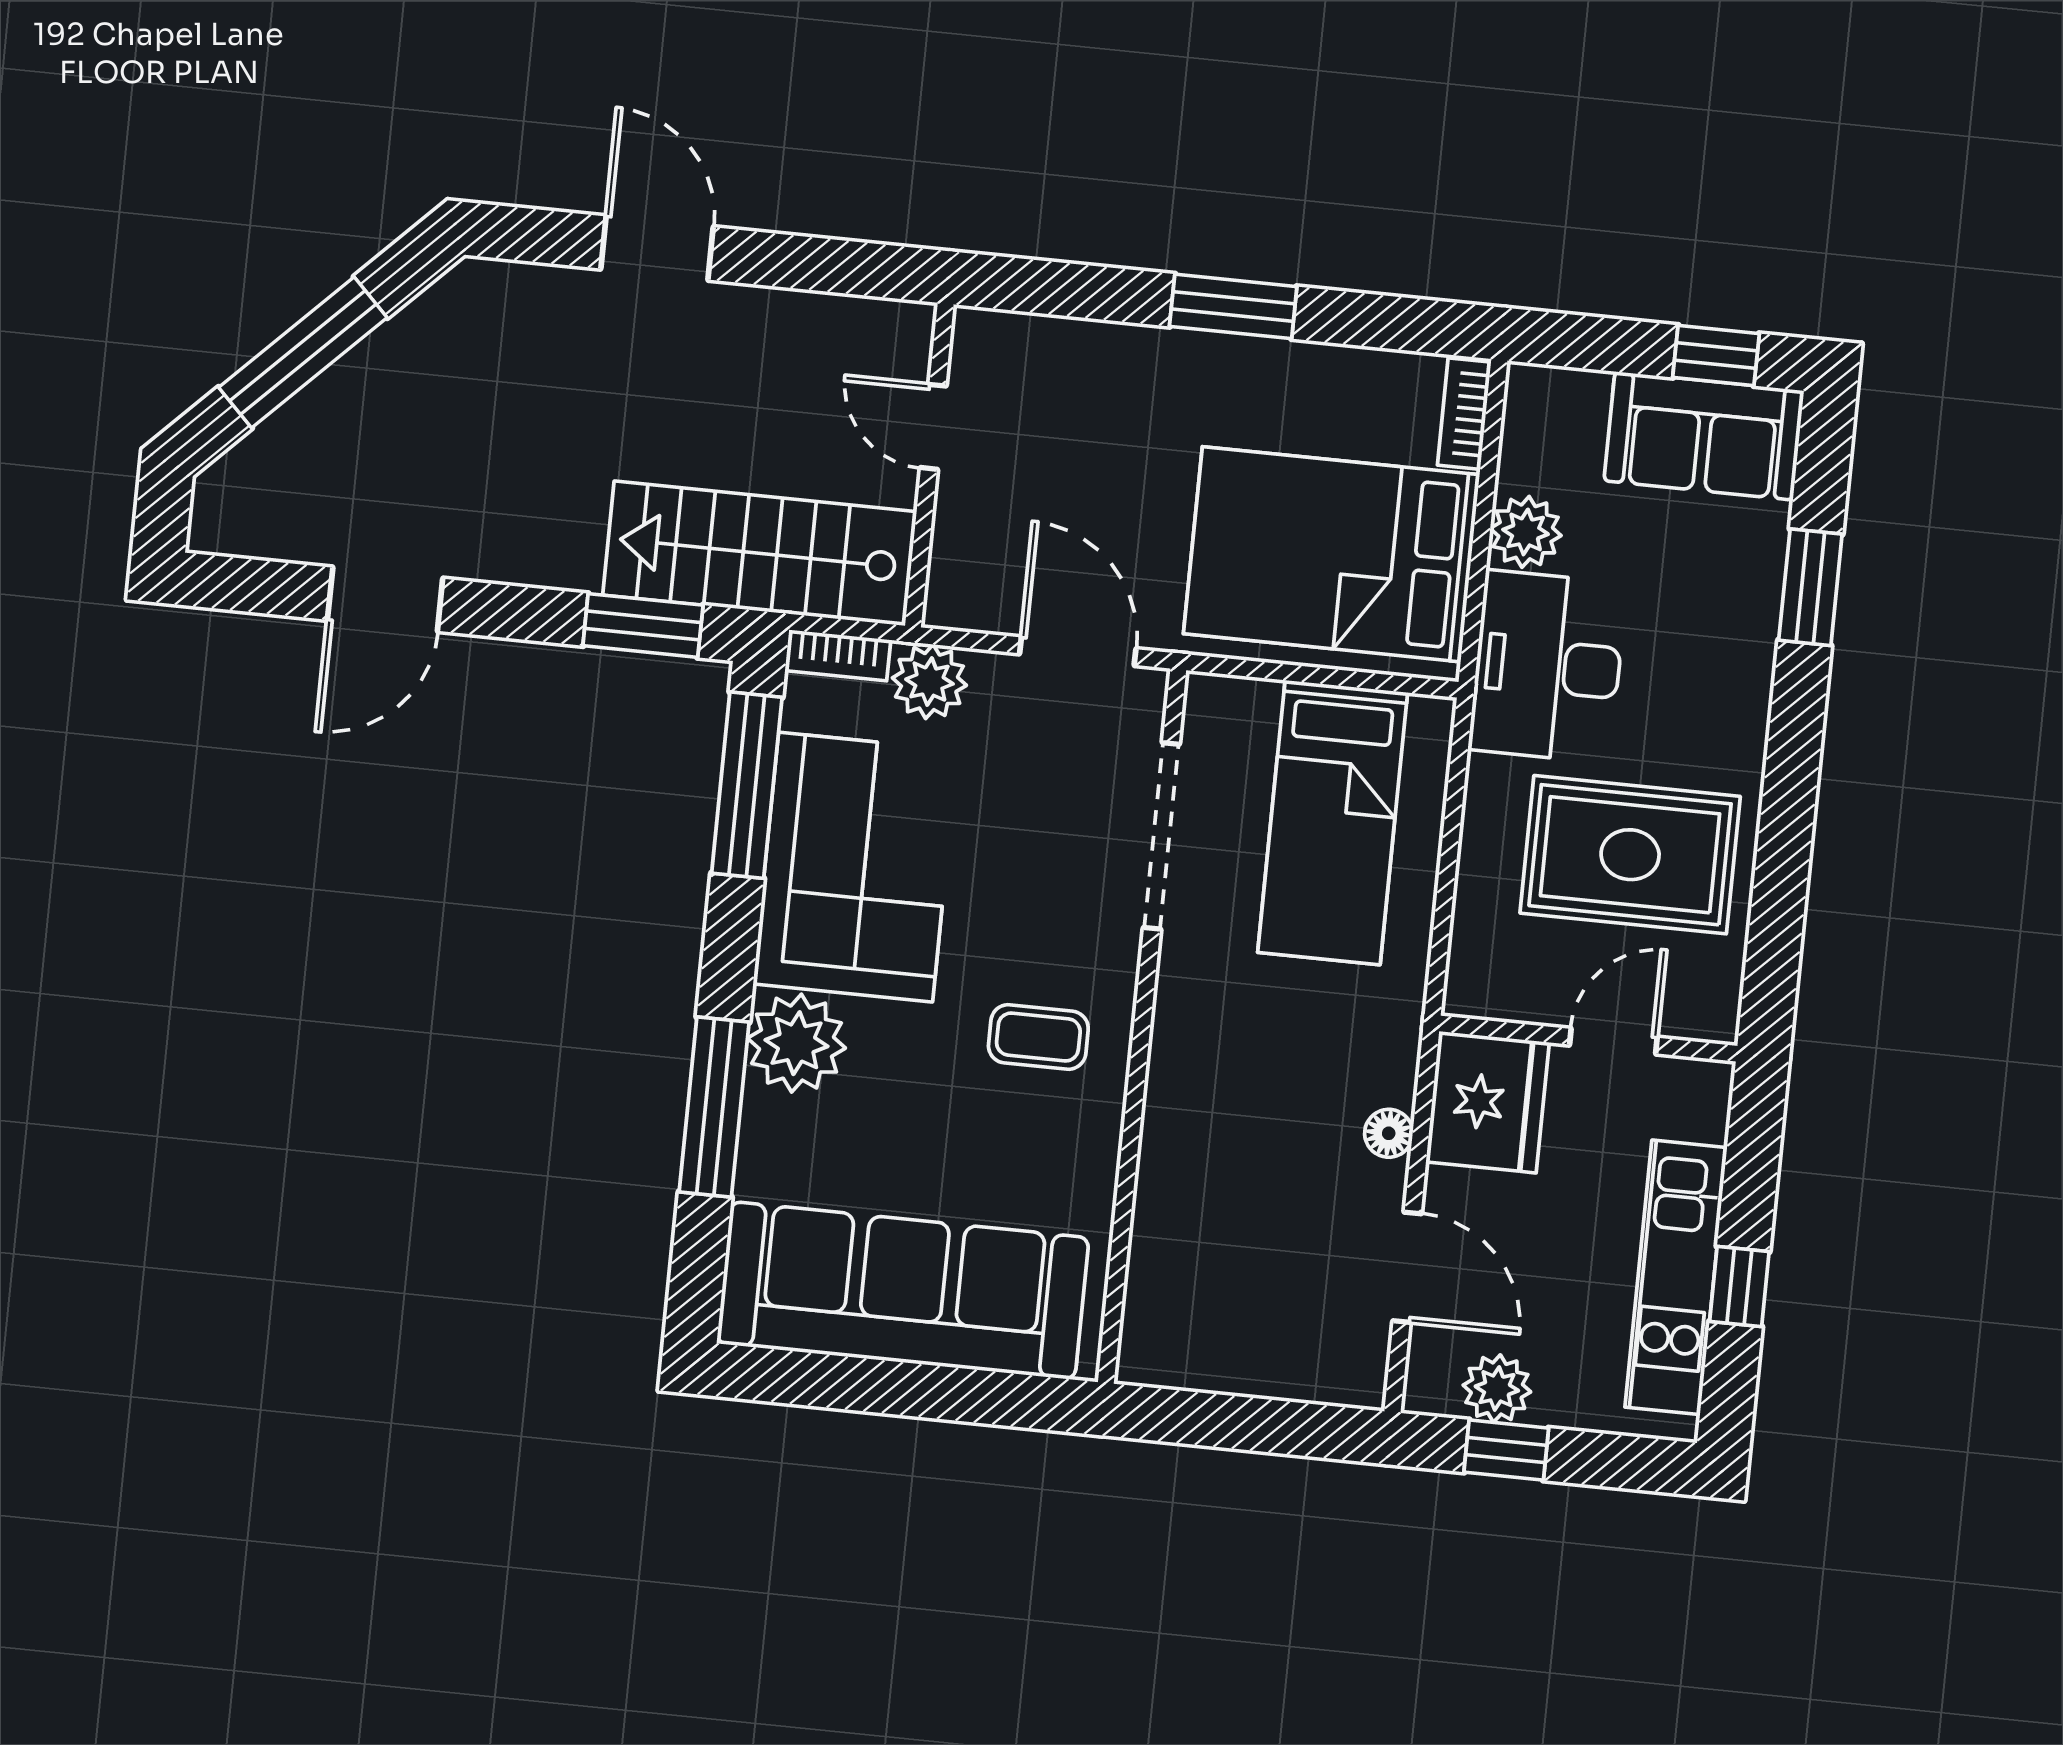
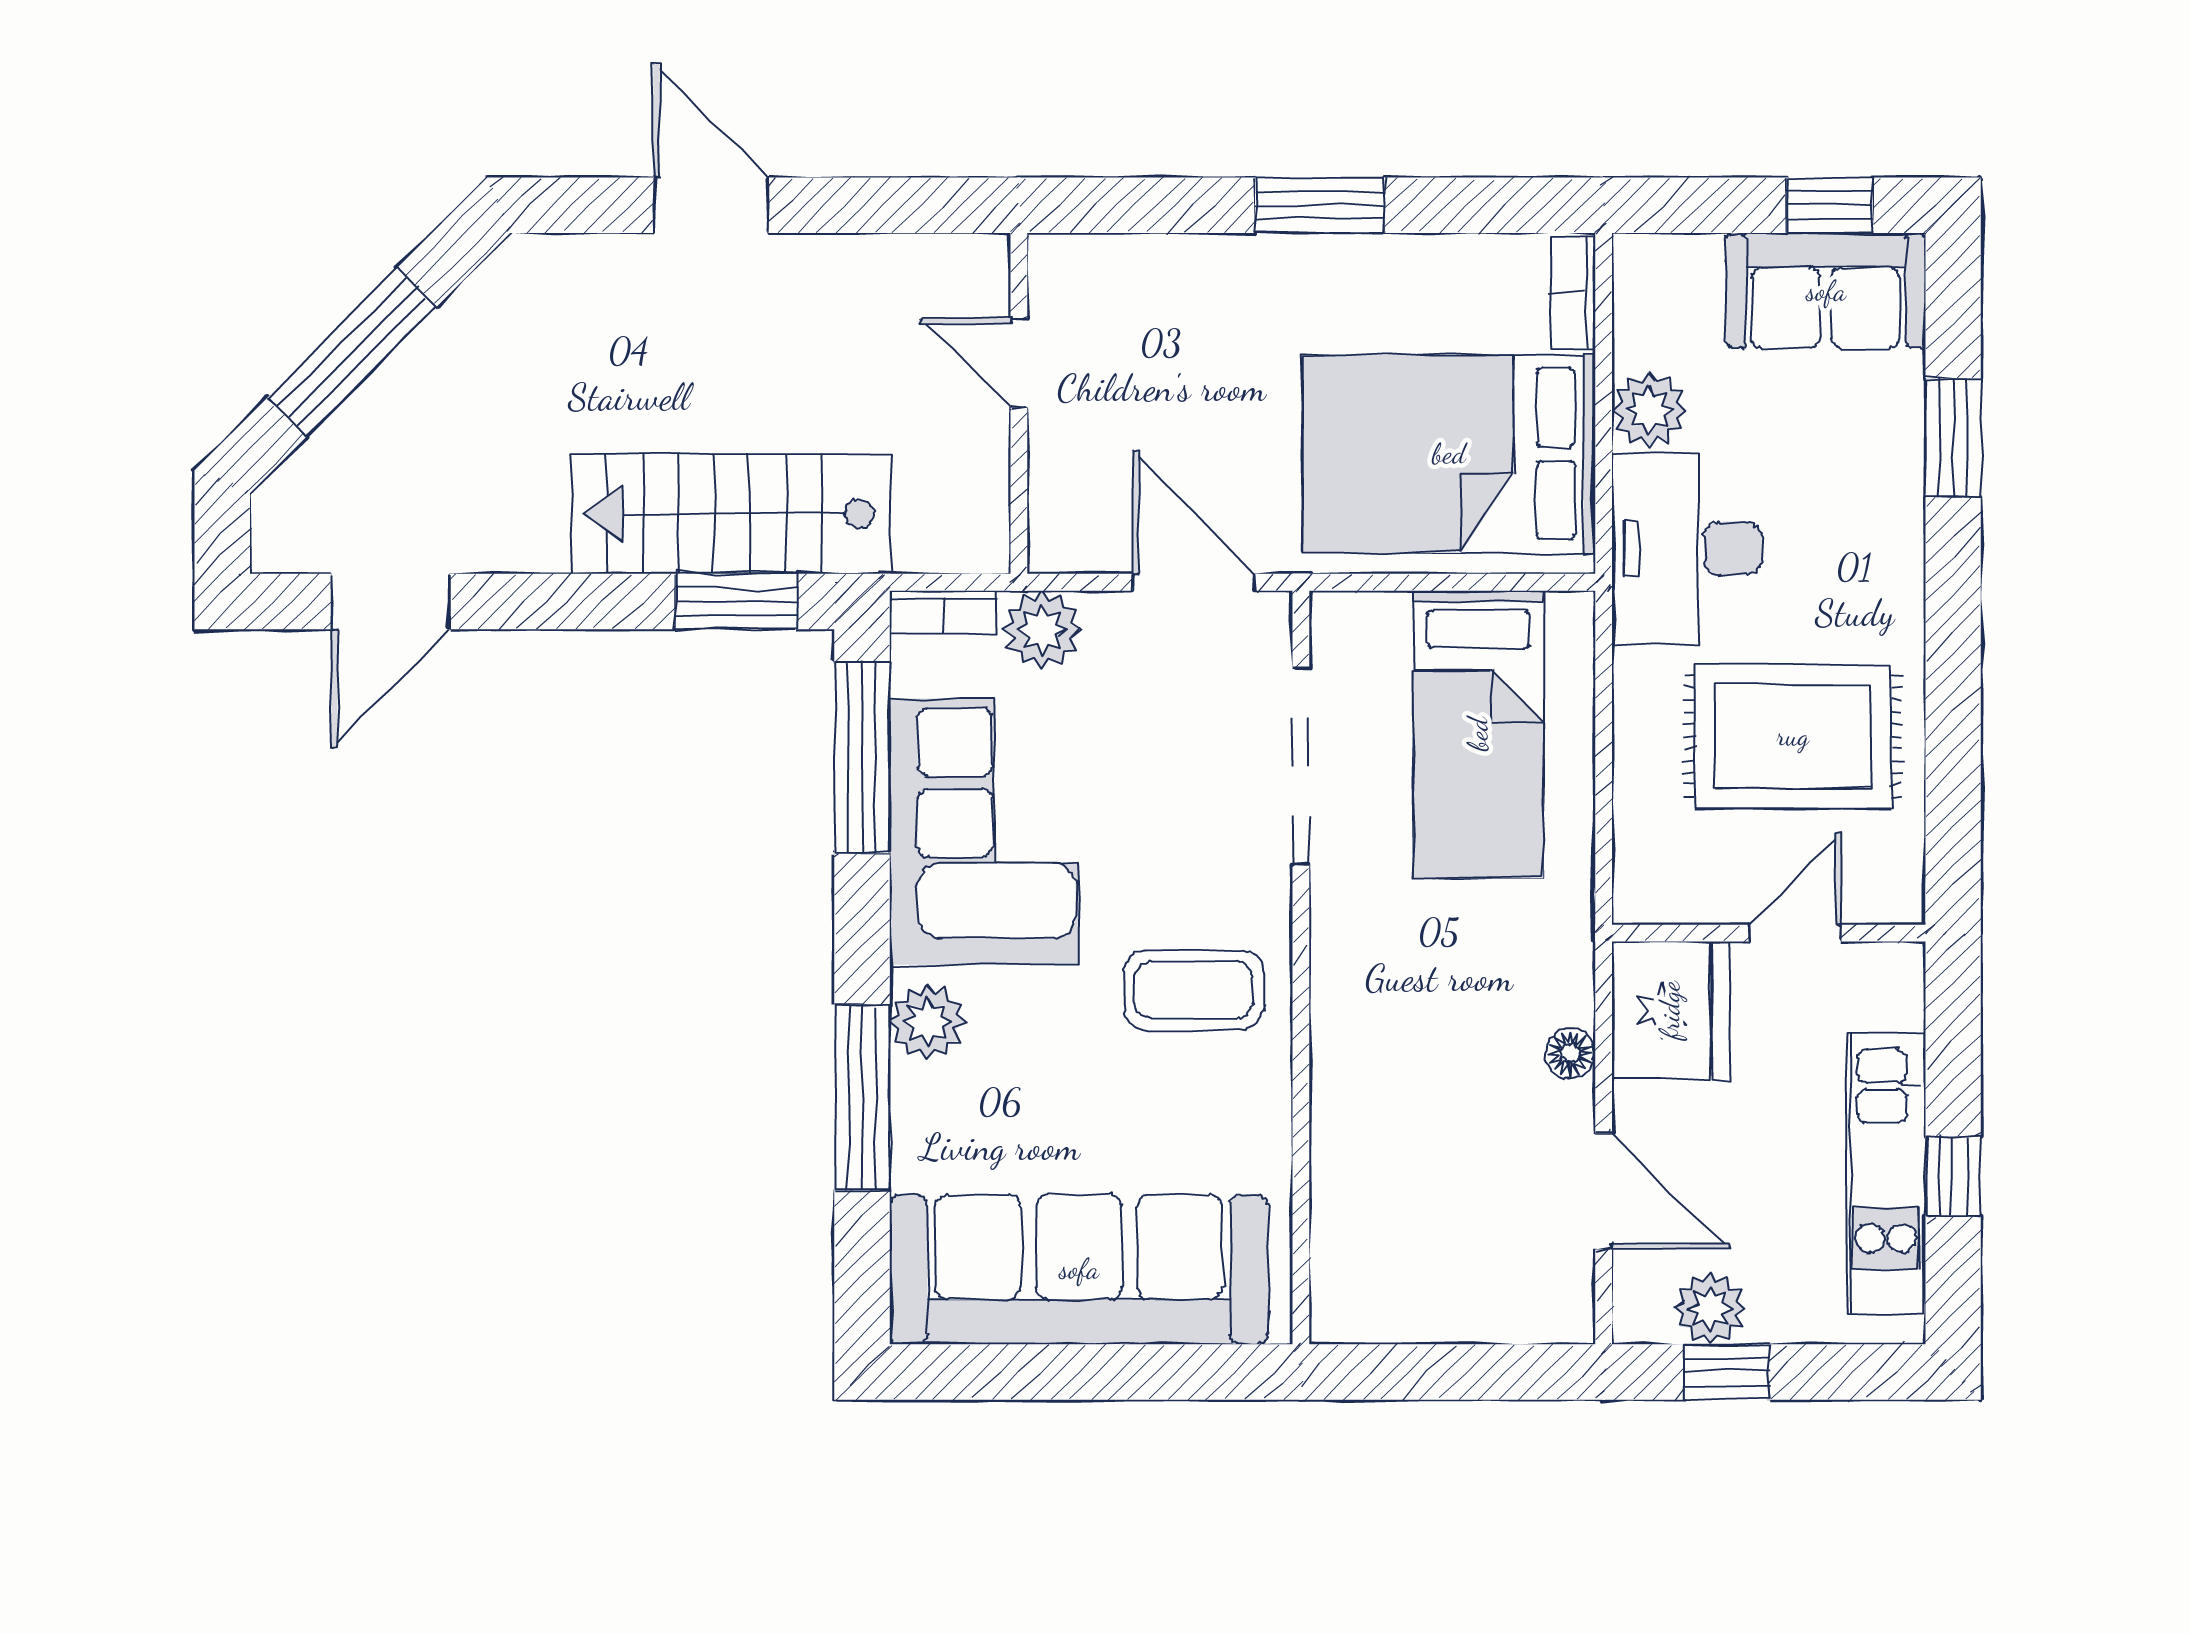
stairs: (760, 553) -> (732, 514), moved
door: (385, 599) -> (390, 602), moved
coffee table: (1038, 1037) -> (1194, 990), width x1.36, depth x1.30
plant: (796, 1043) -> (928, 1022), width x0.73, depth x0.73

